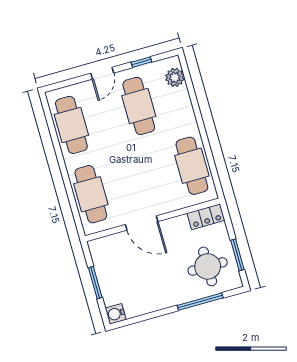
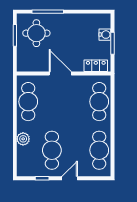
plant: (175, 77) -> (23, 139), moved
locker: (206, 217) -> (96, 66), moved
door: (142, 223) -> (60, 74), moved
water cooler: (116, 314) -> (105, 35), moved

